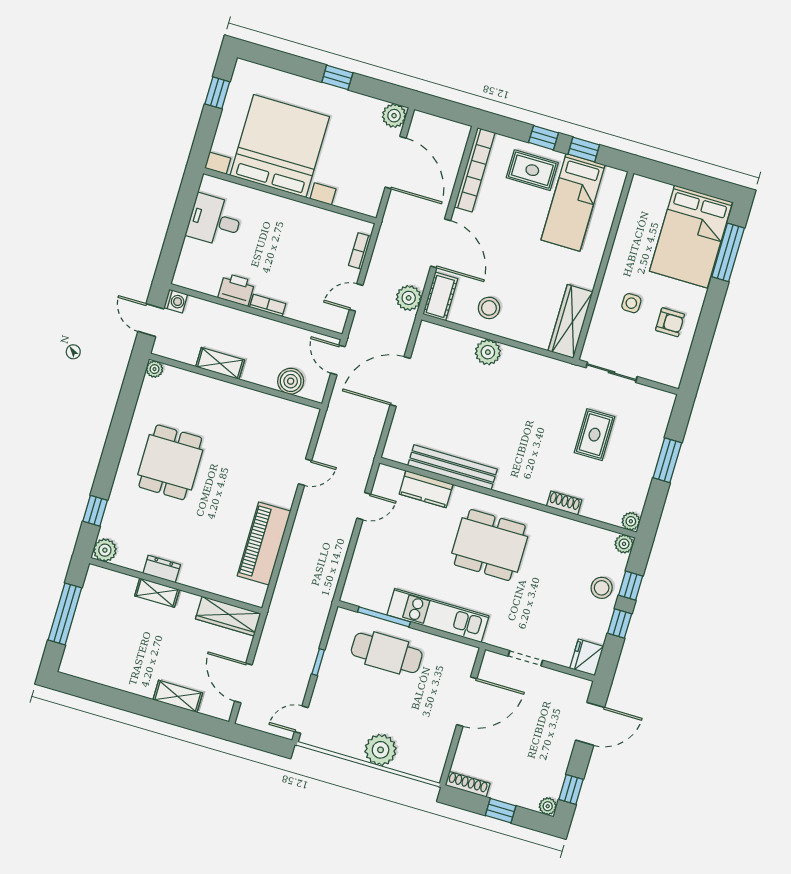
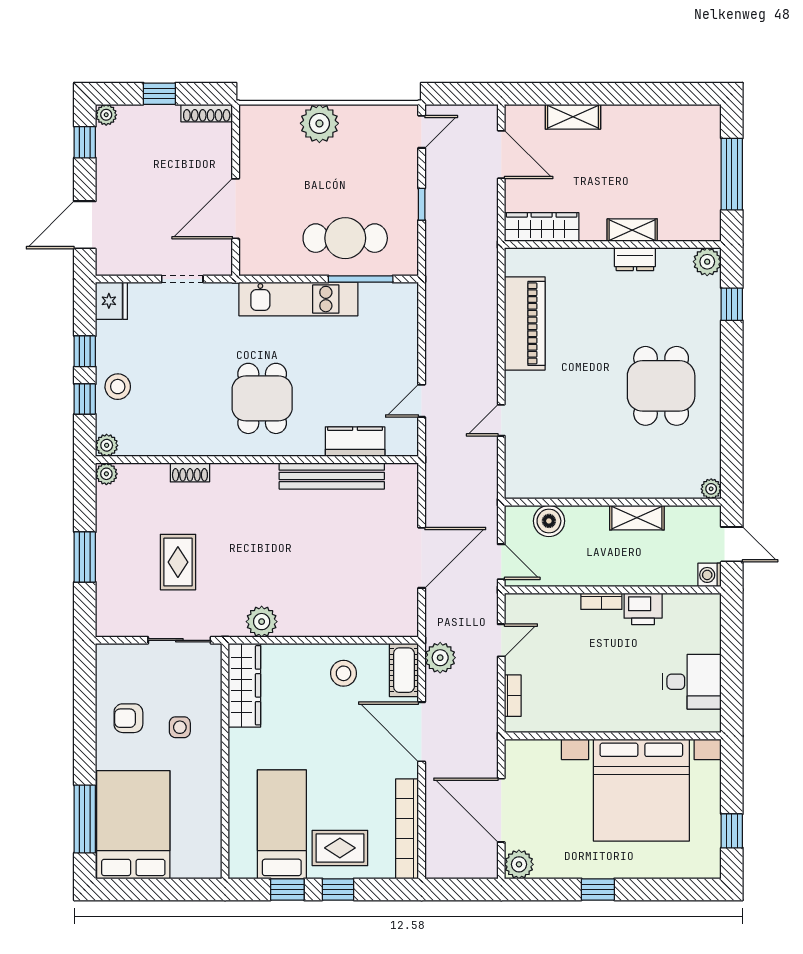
plant: (488, 352) -> (262, 622), moved
dining table: (490, 545) -> (262, 398), width x0.73

